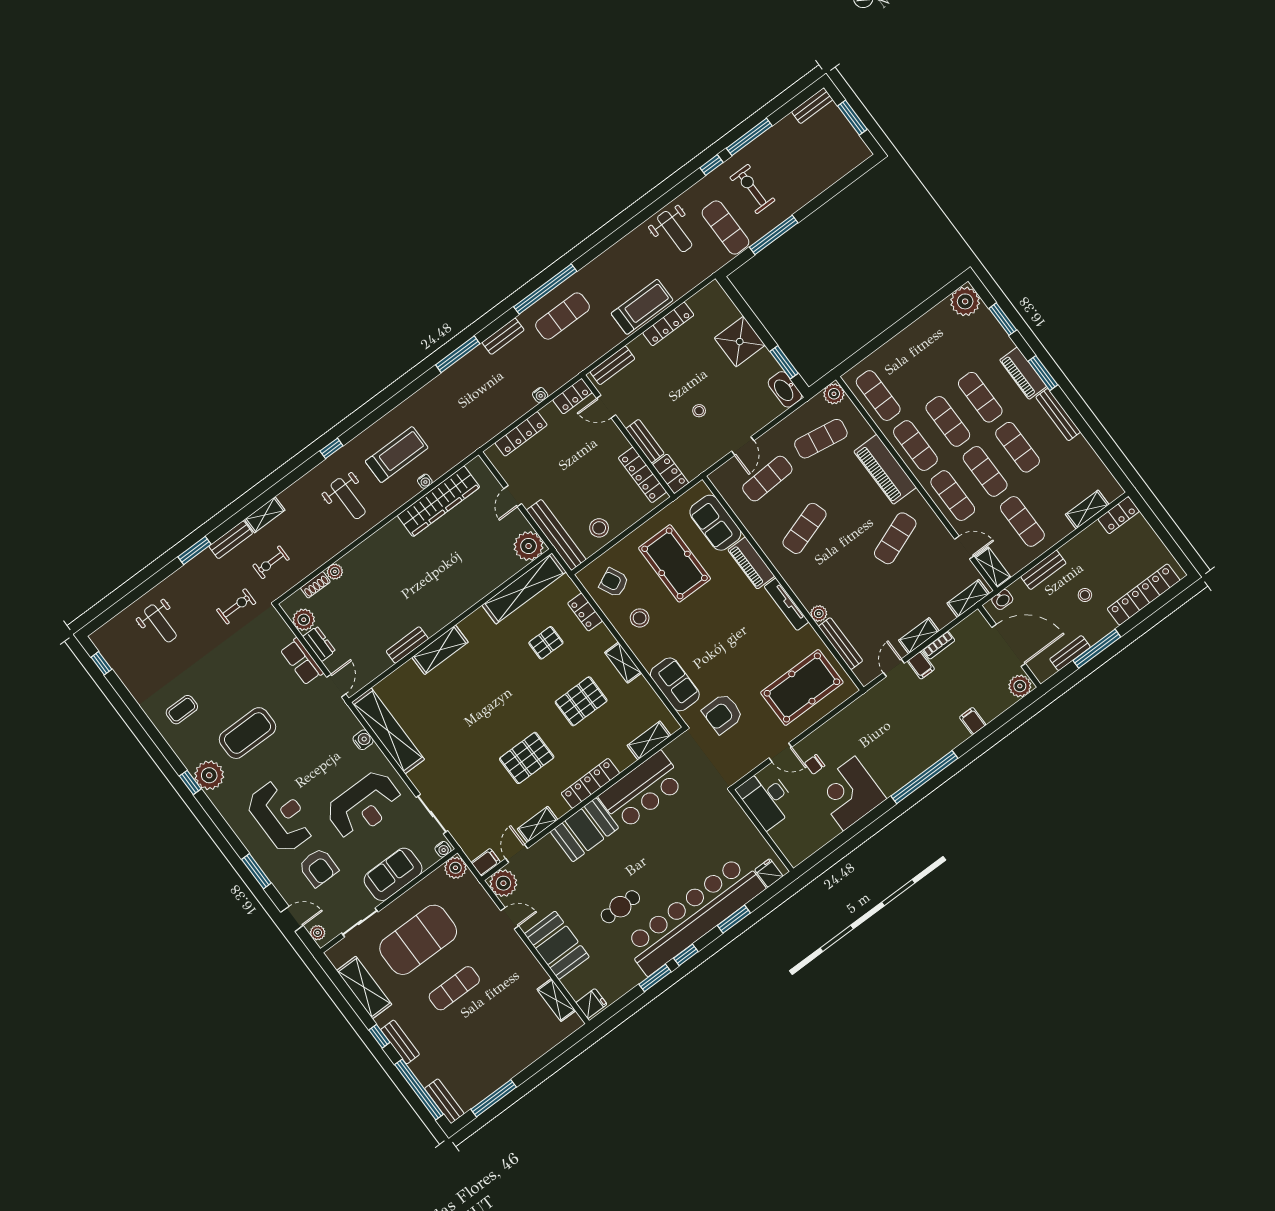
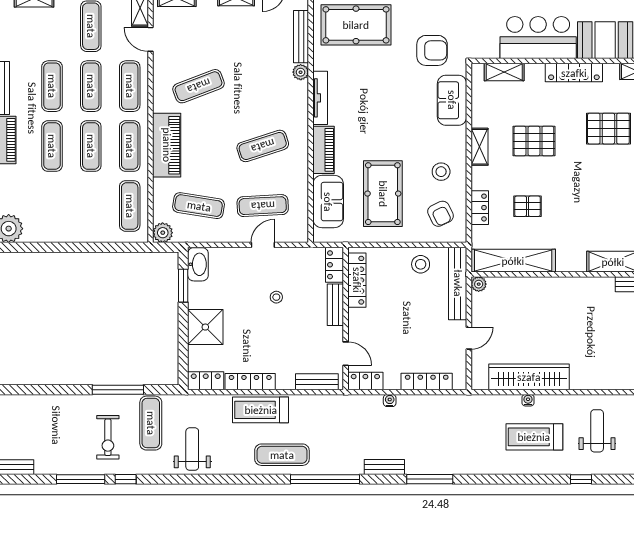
locker: (706, 297) -> (206, 381), added
exercise mat: (563, 316) -> (282, 455), moved
plant: (529, 546) -> (479, 284), width x0.53, depth x0.53

